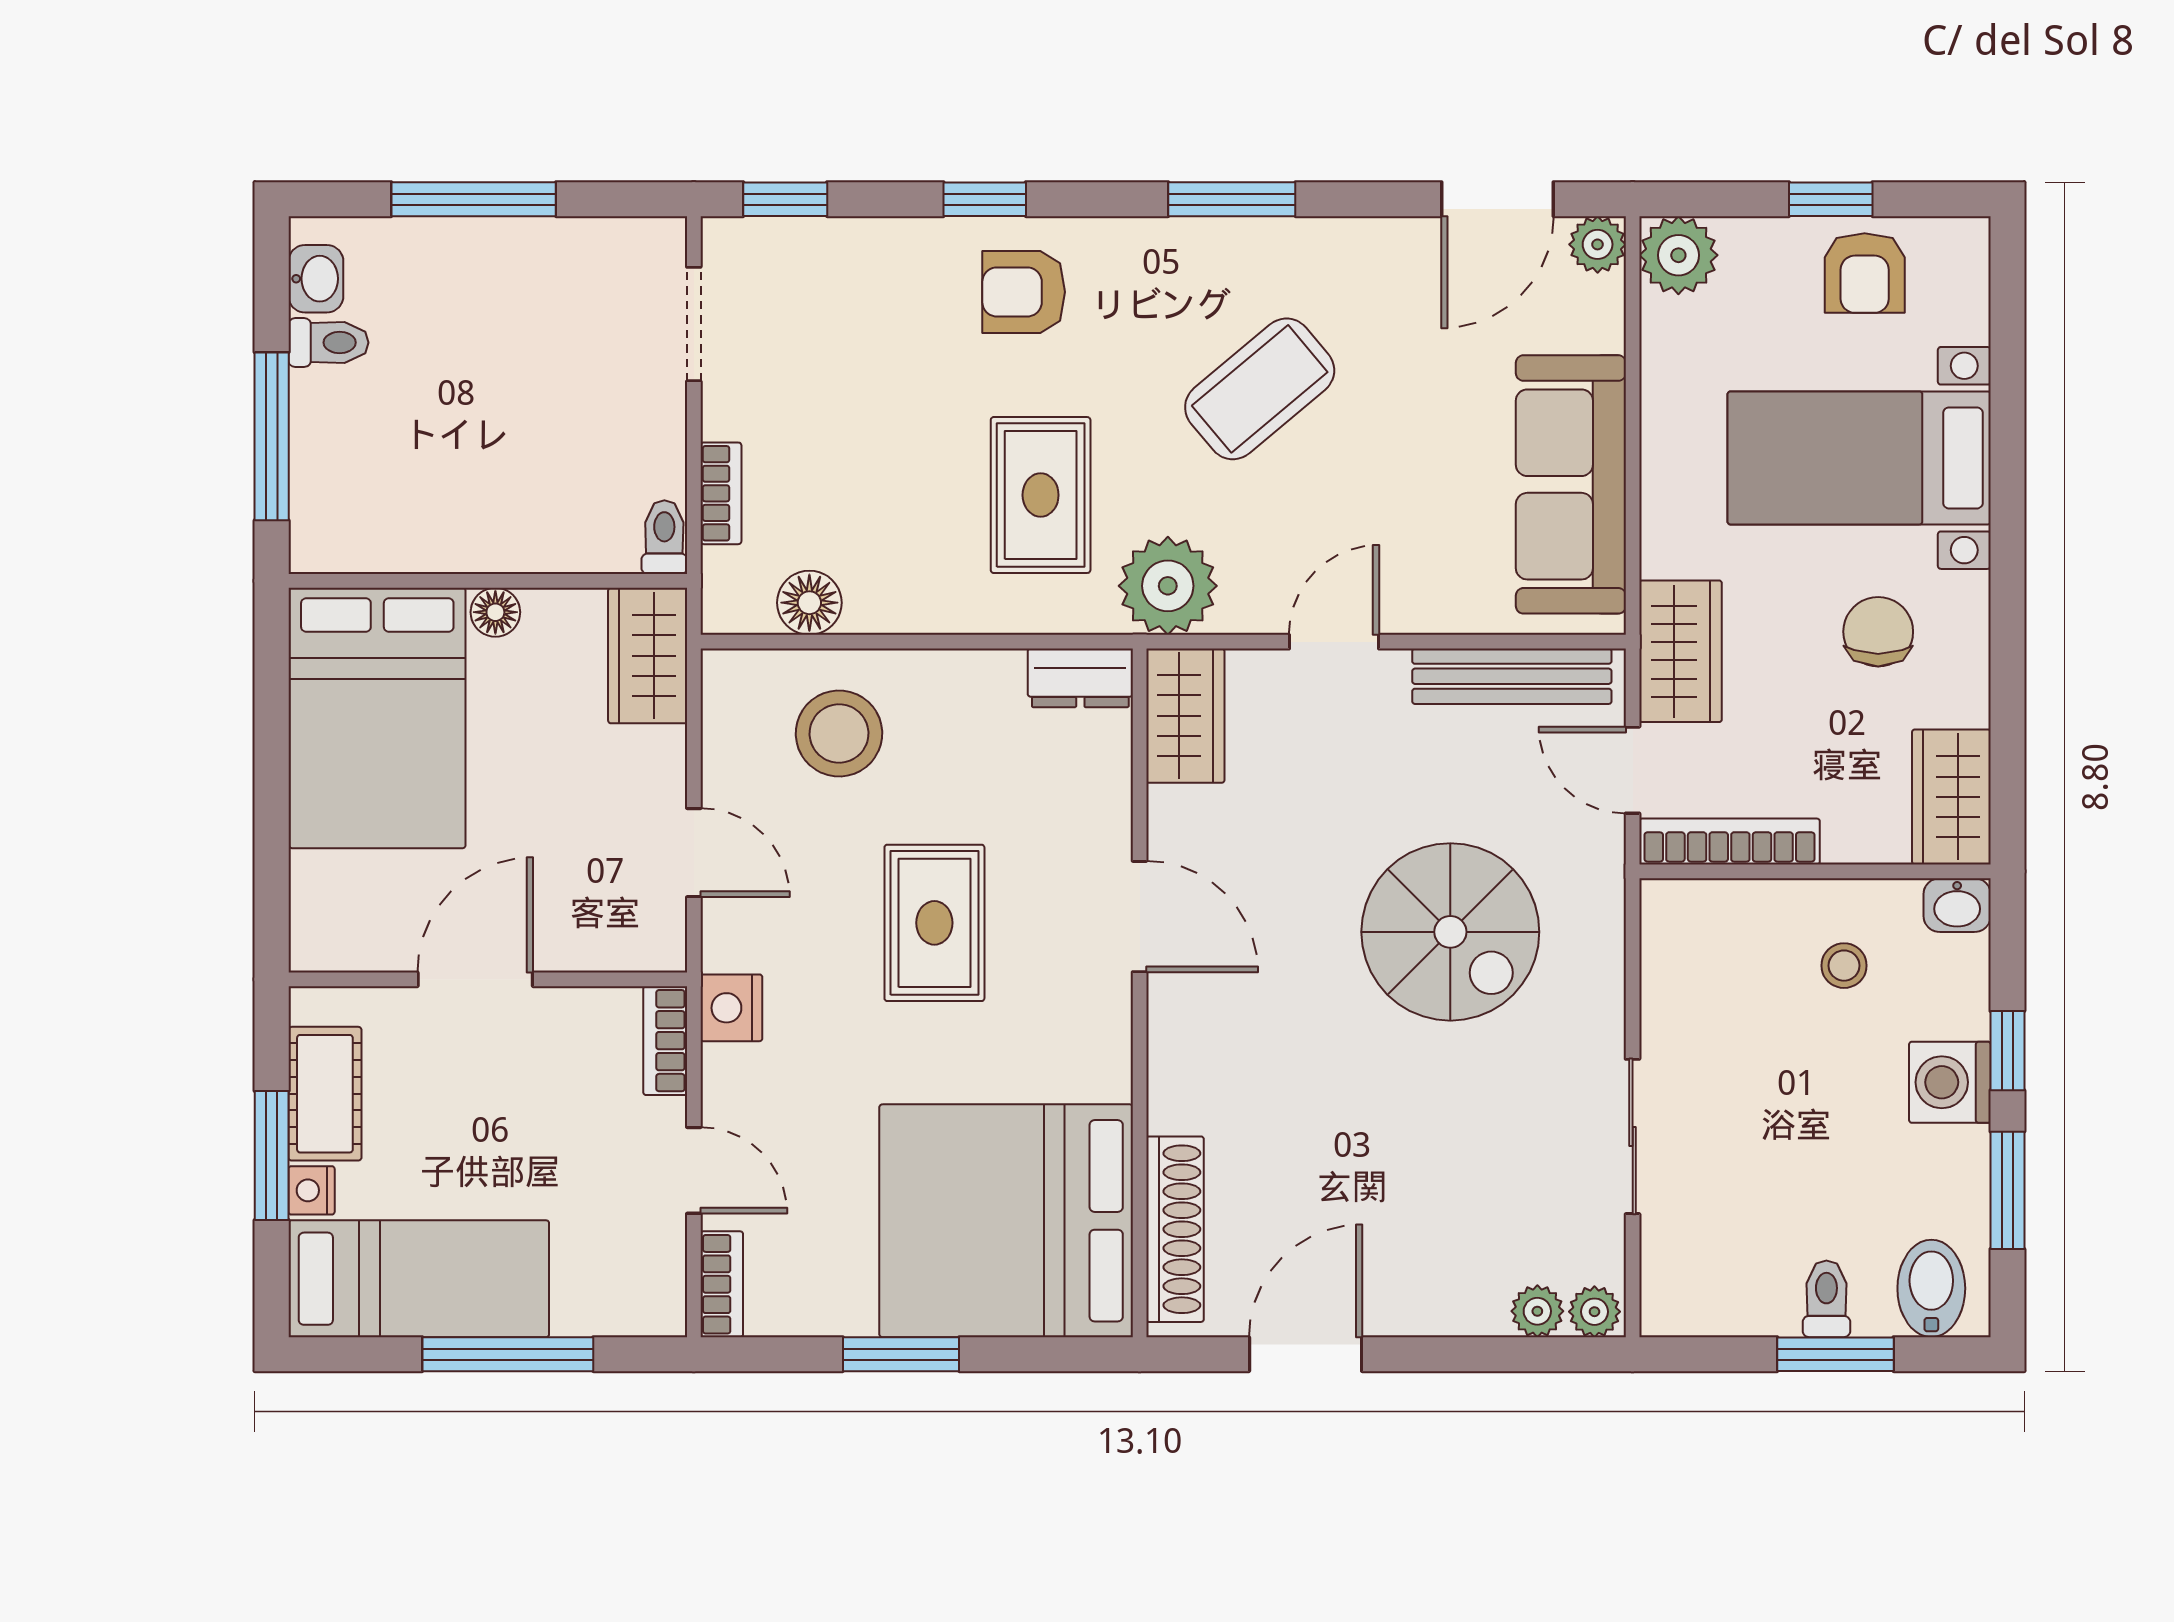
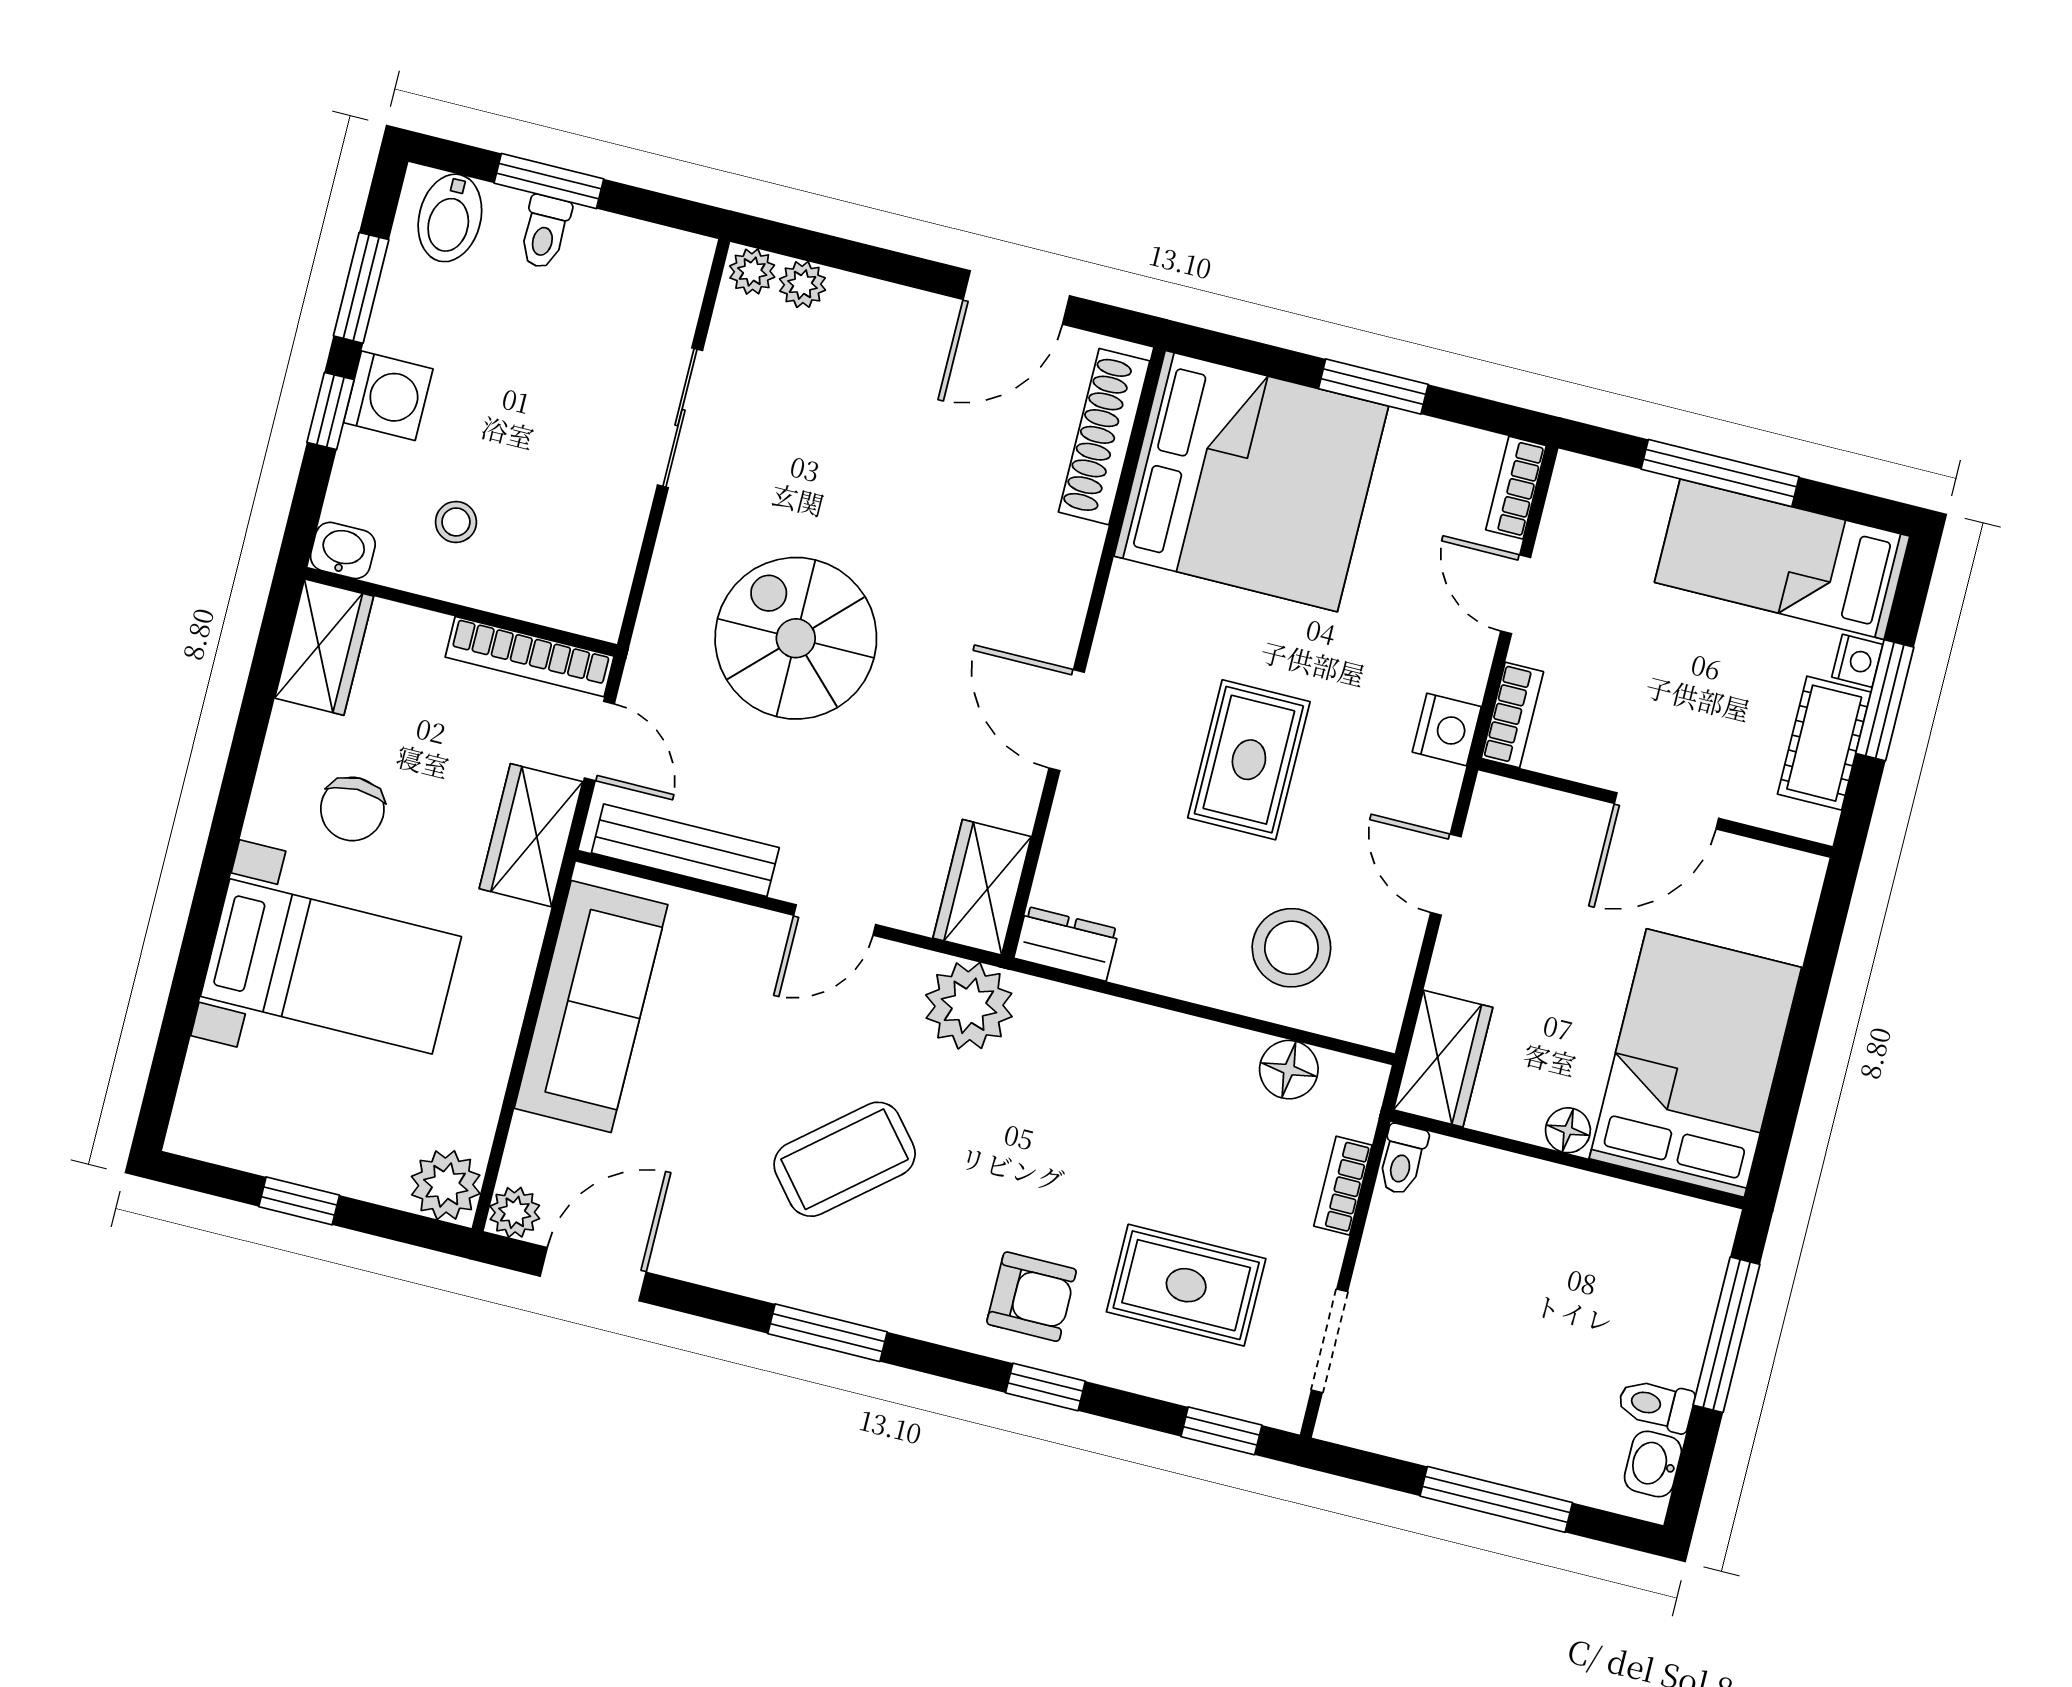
armchair: (1865, 273) -> (285, 1128), removed
rug: (1041, 495) -> (1186, 1285), moved, turned 90

